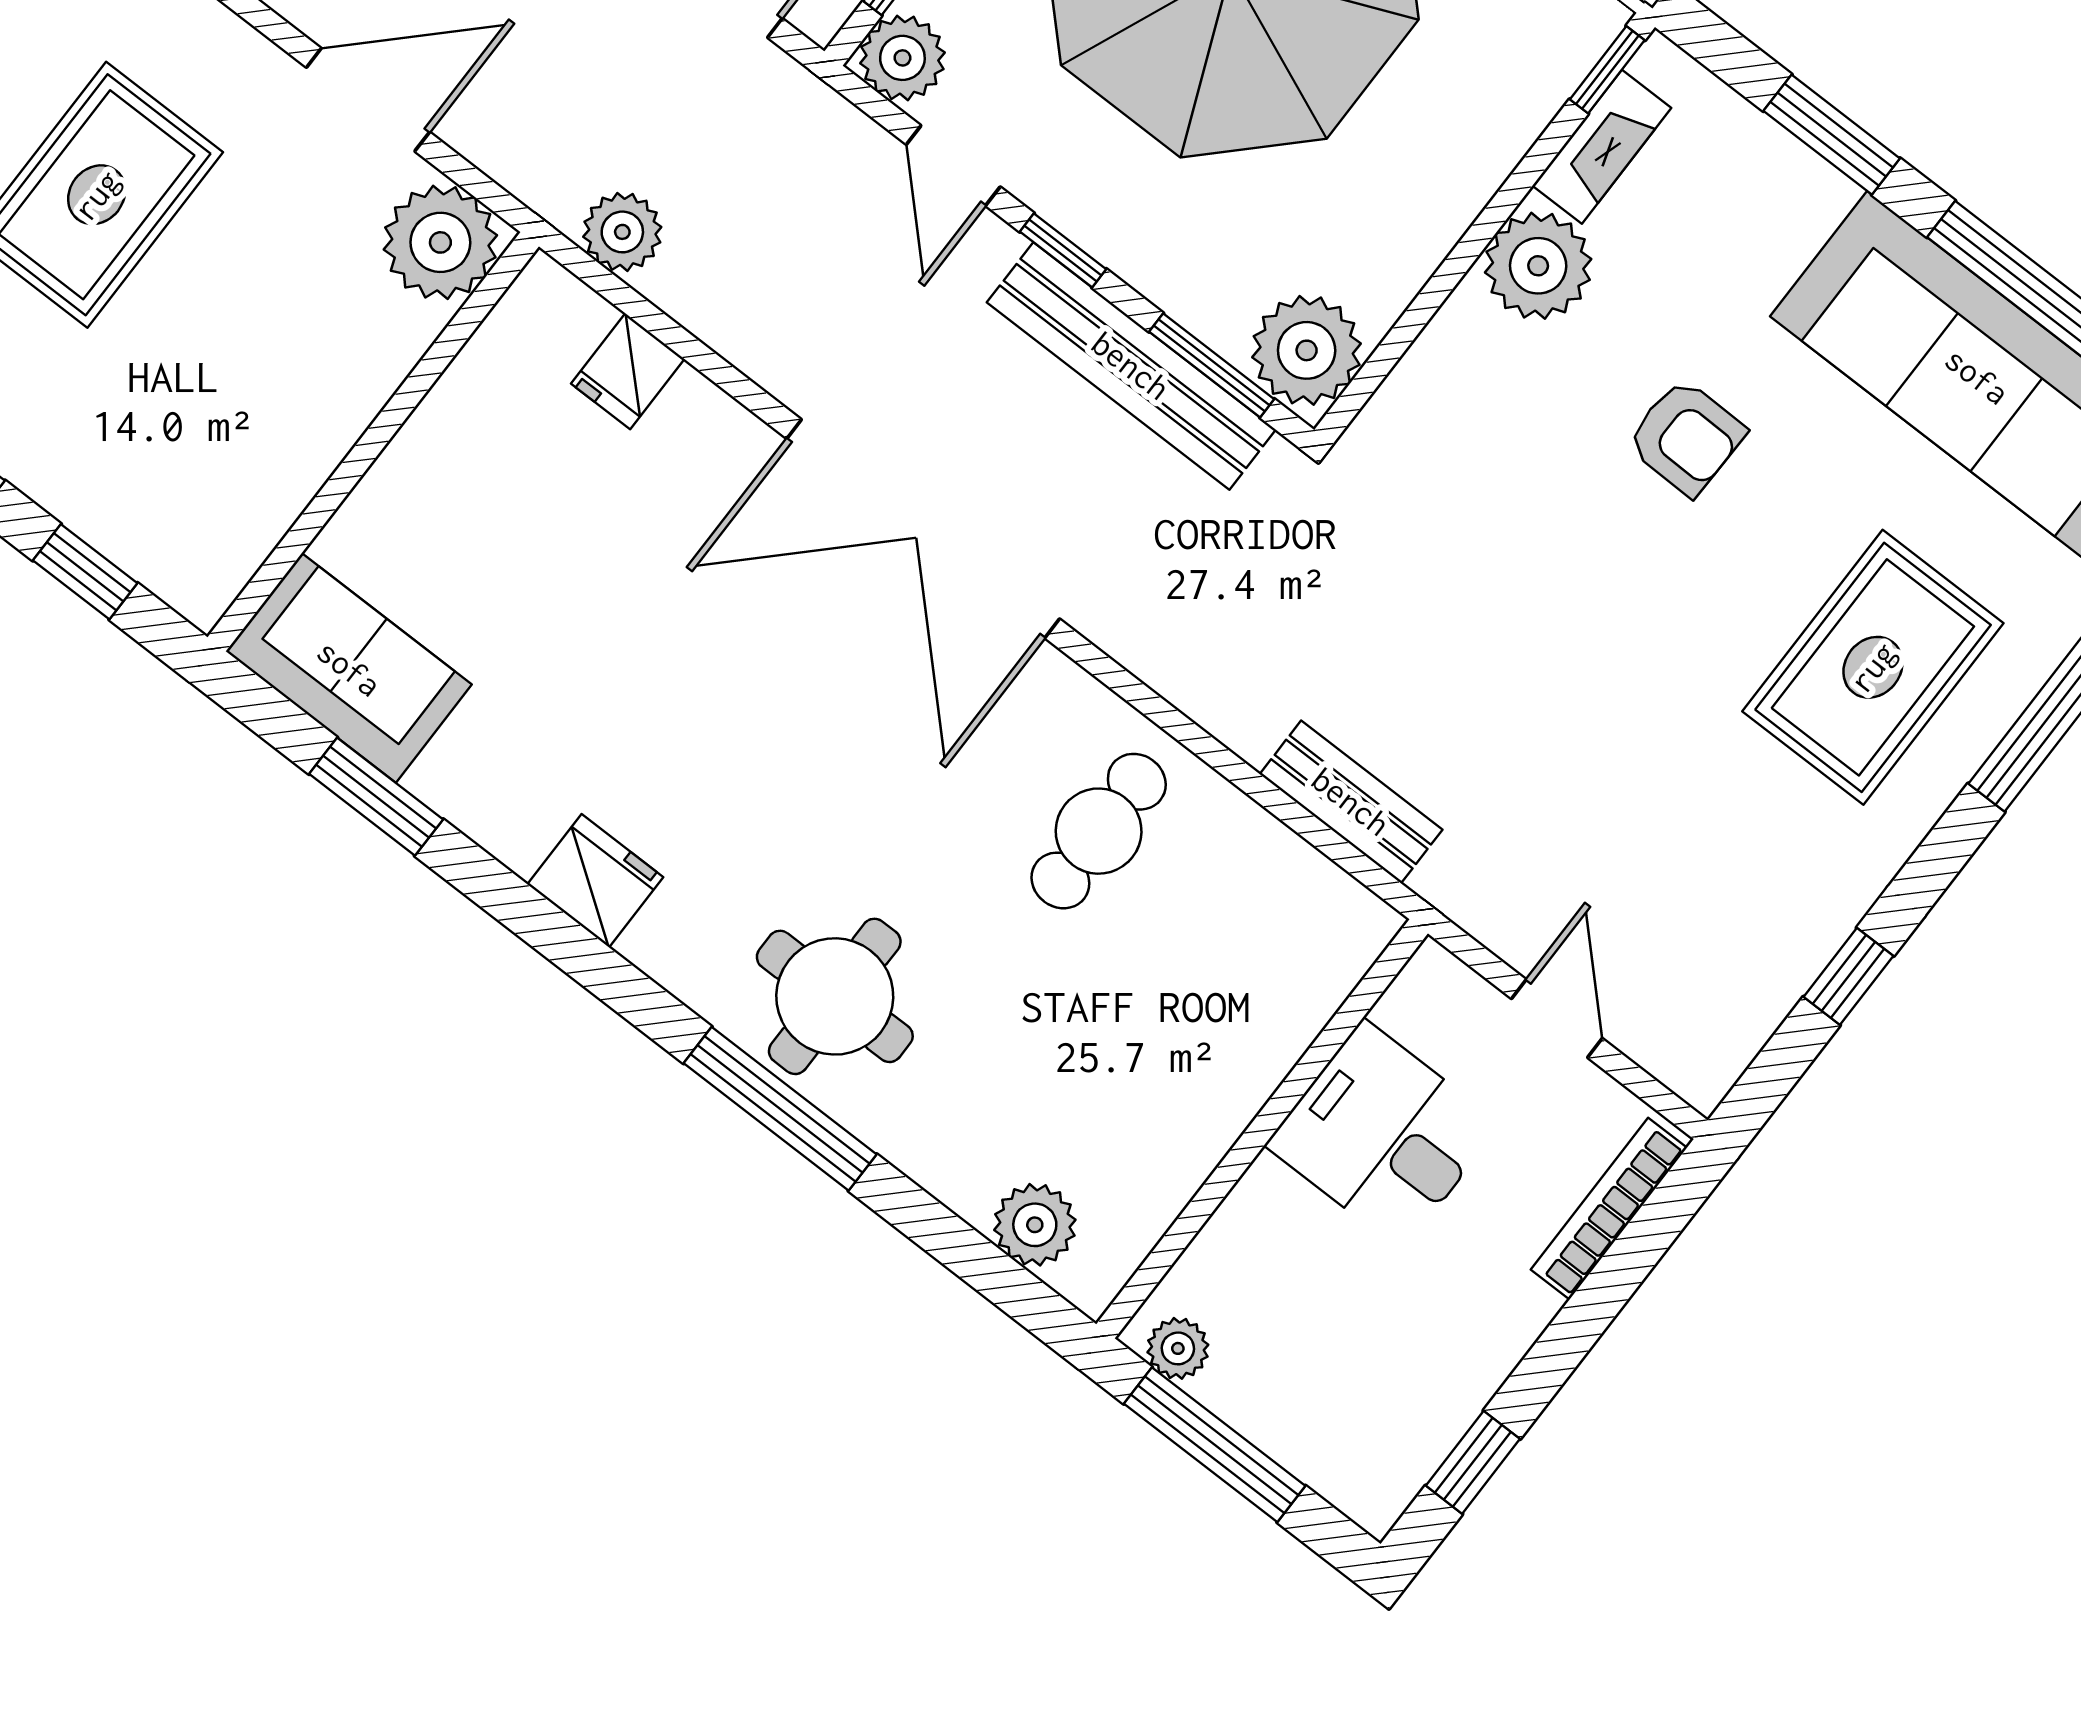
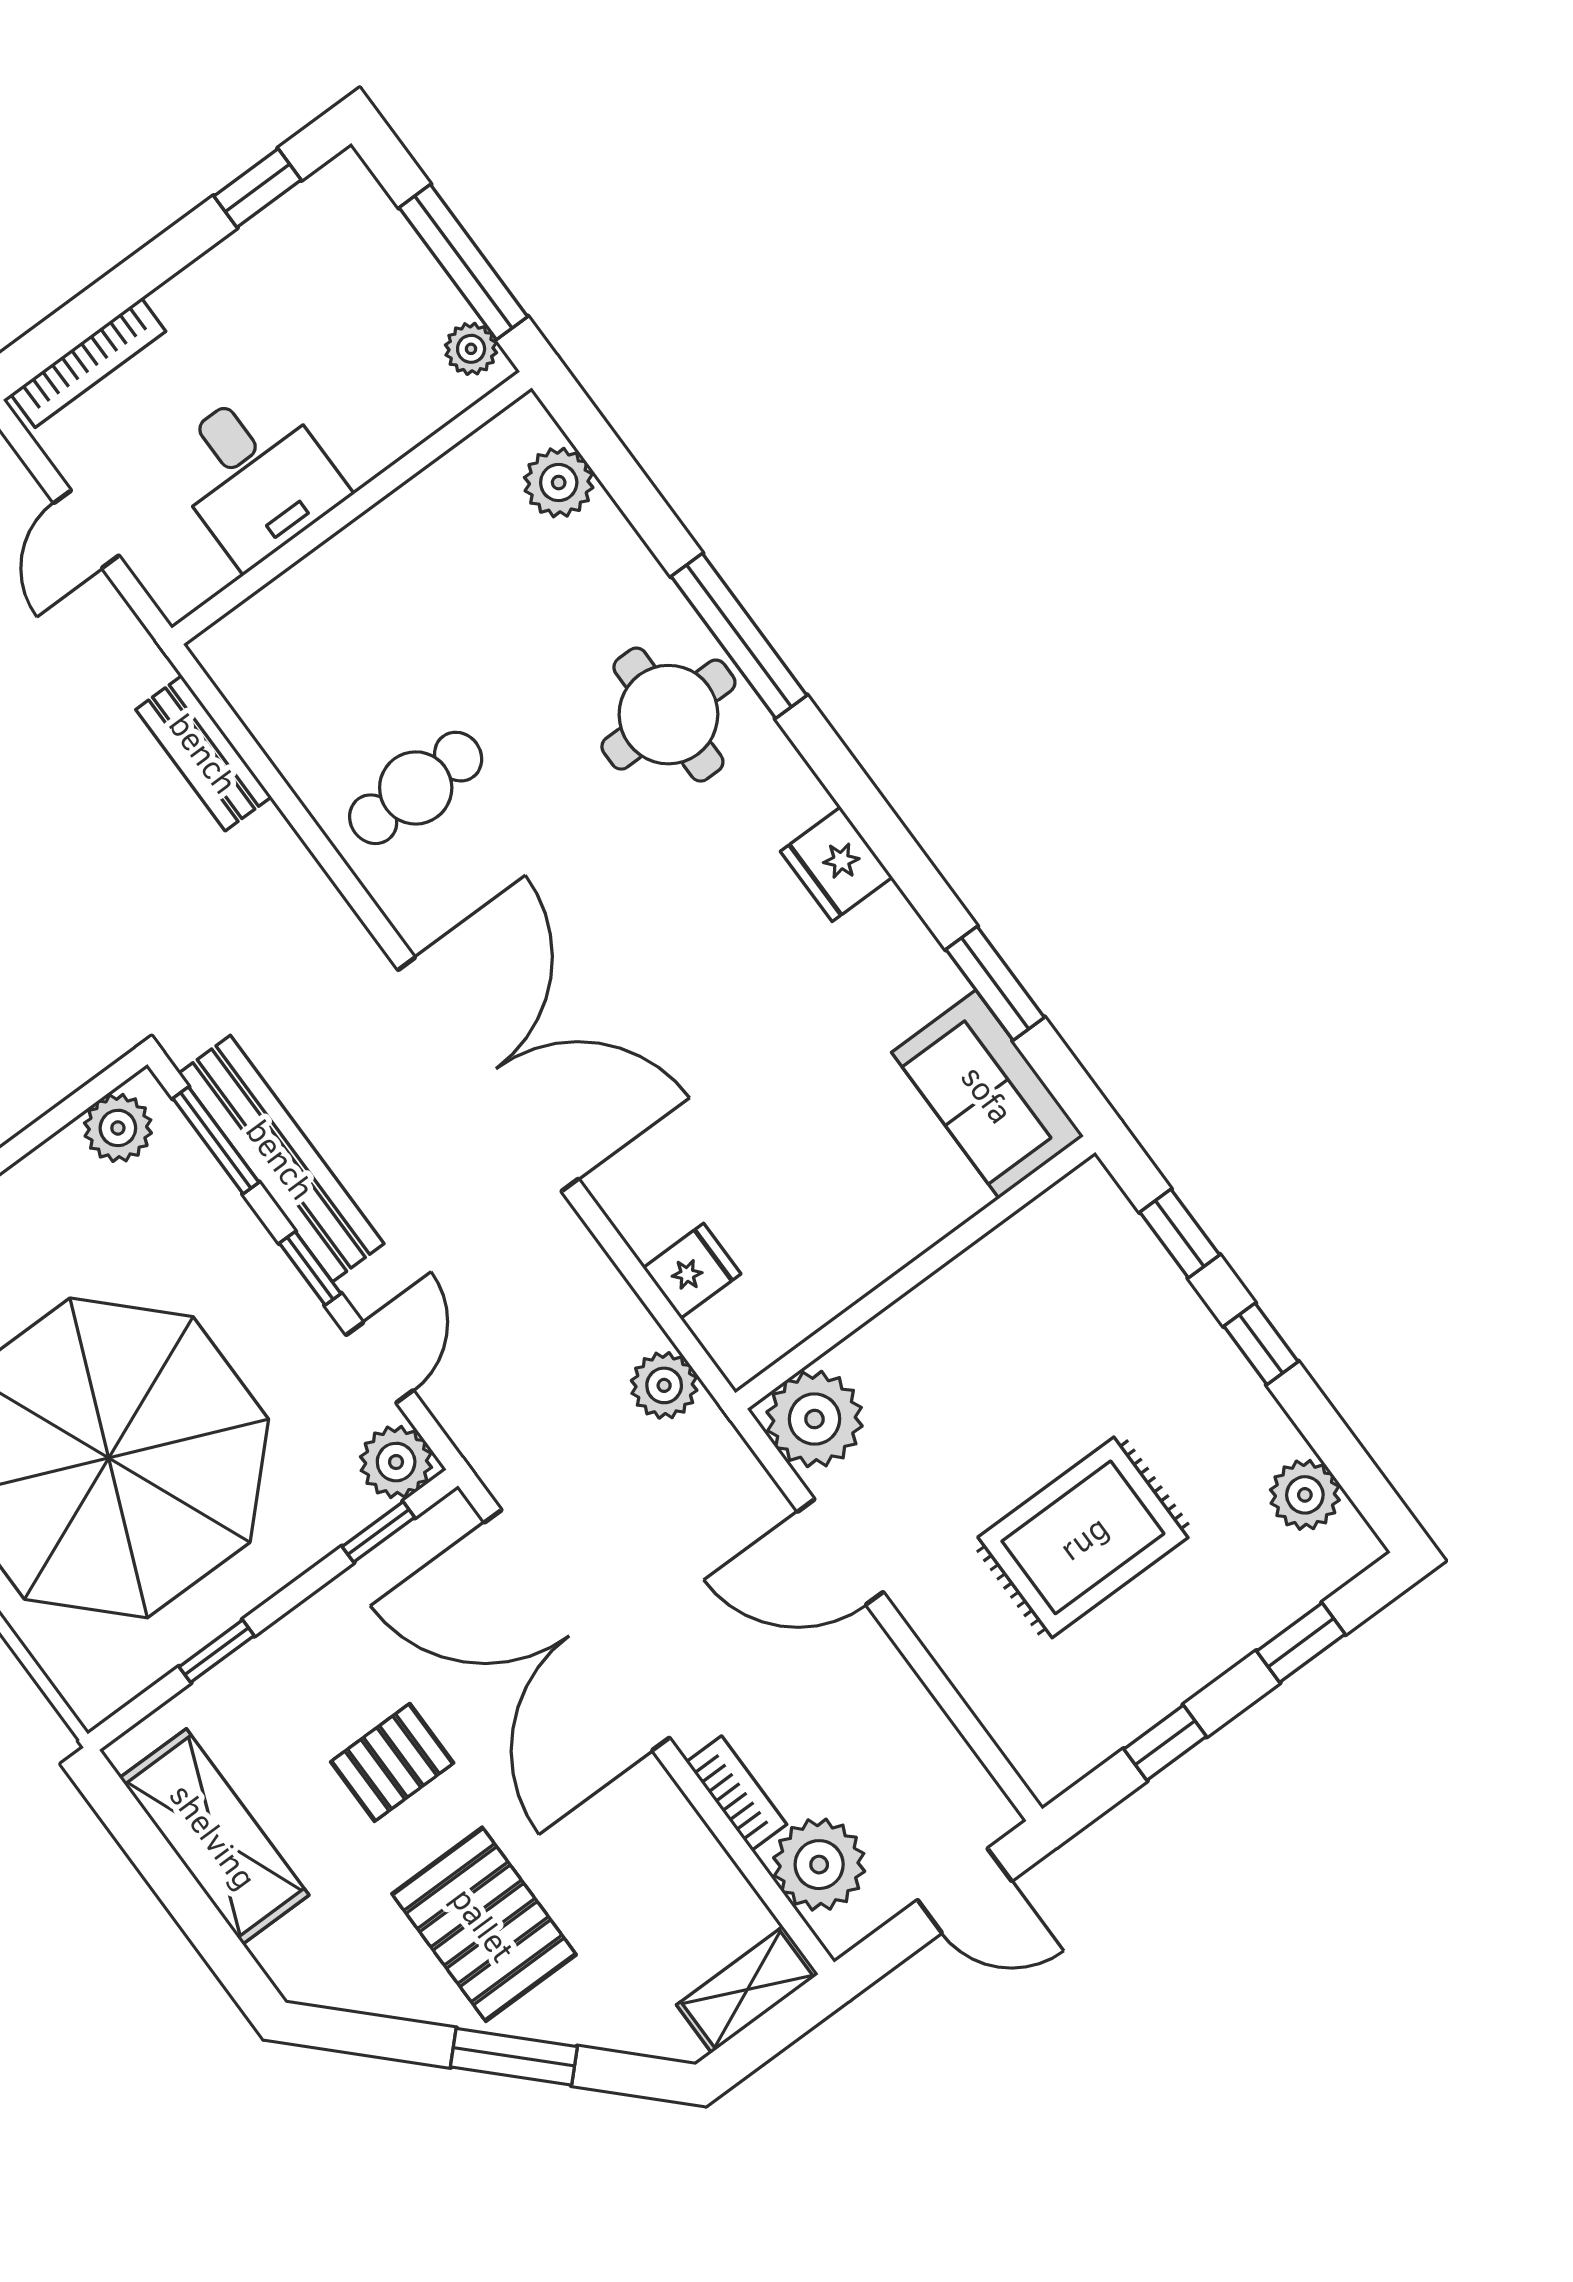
plant: (1307, 350) -> (118, 1128), width x0.73, depth x0.73

